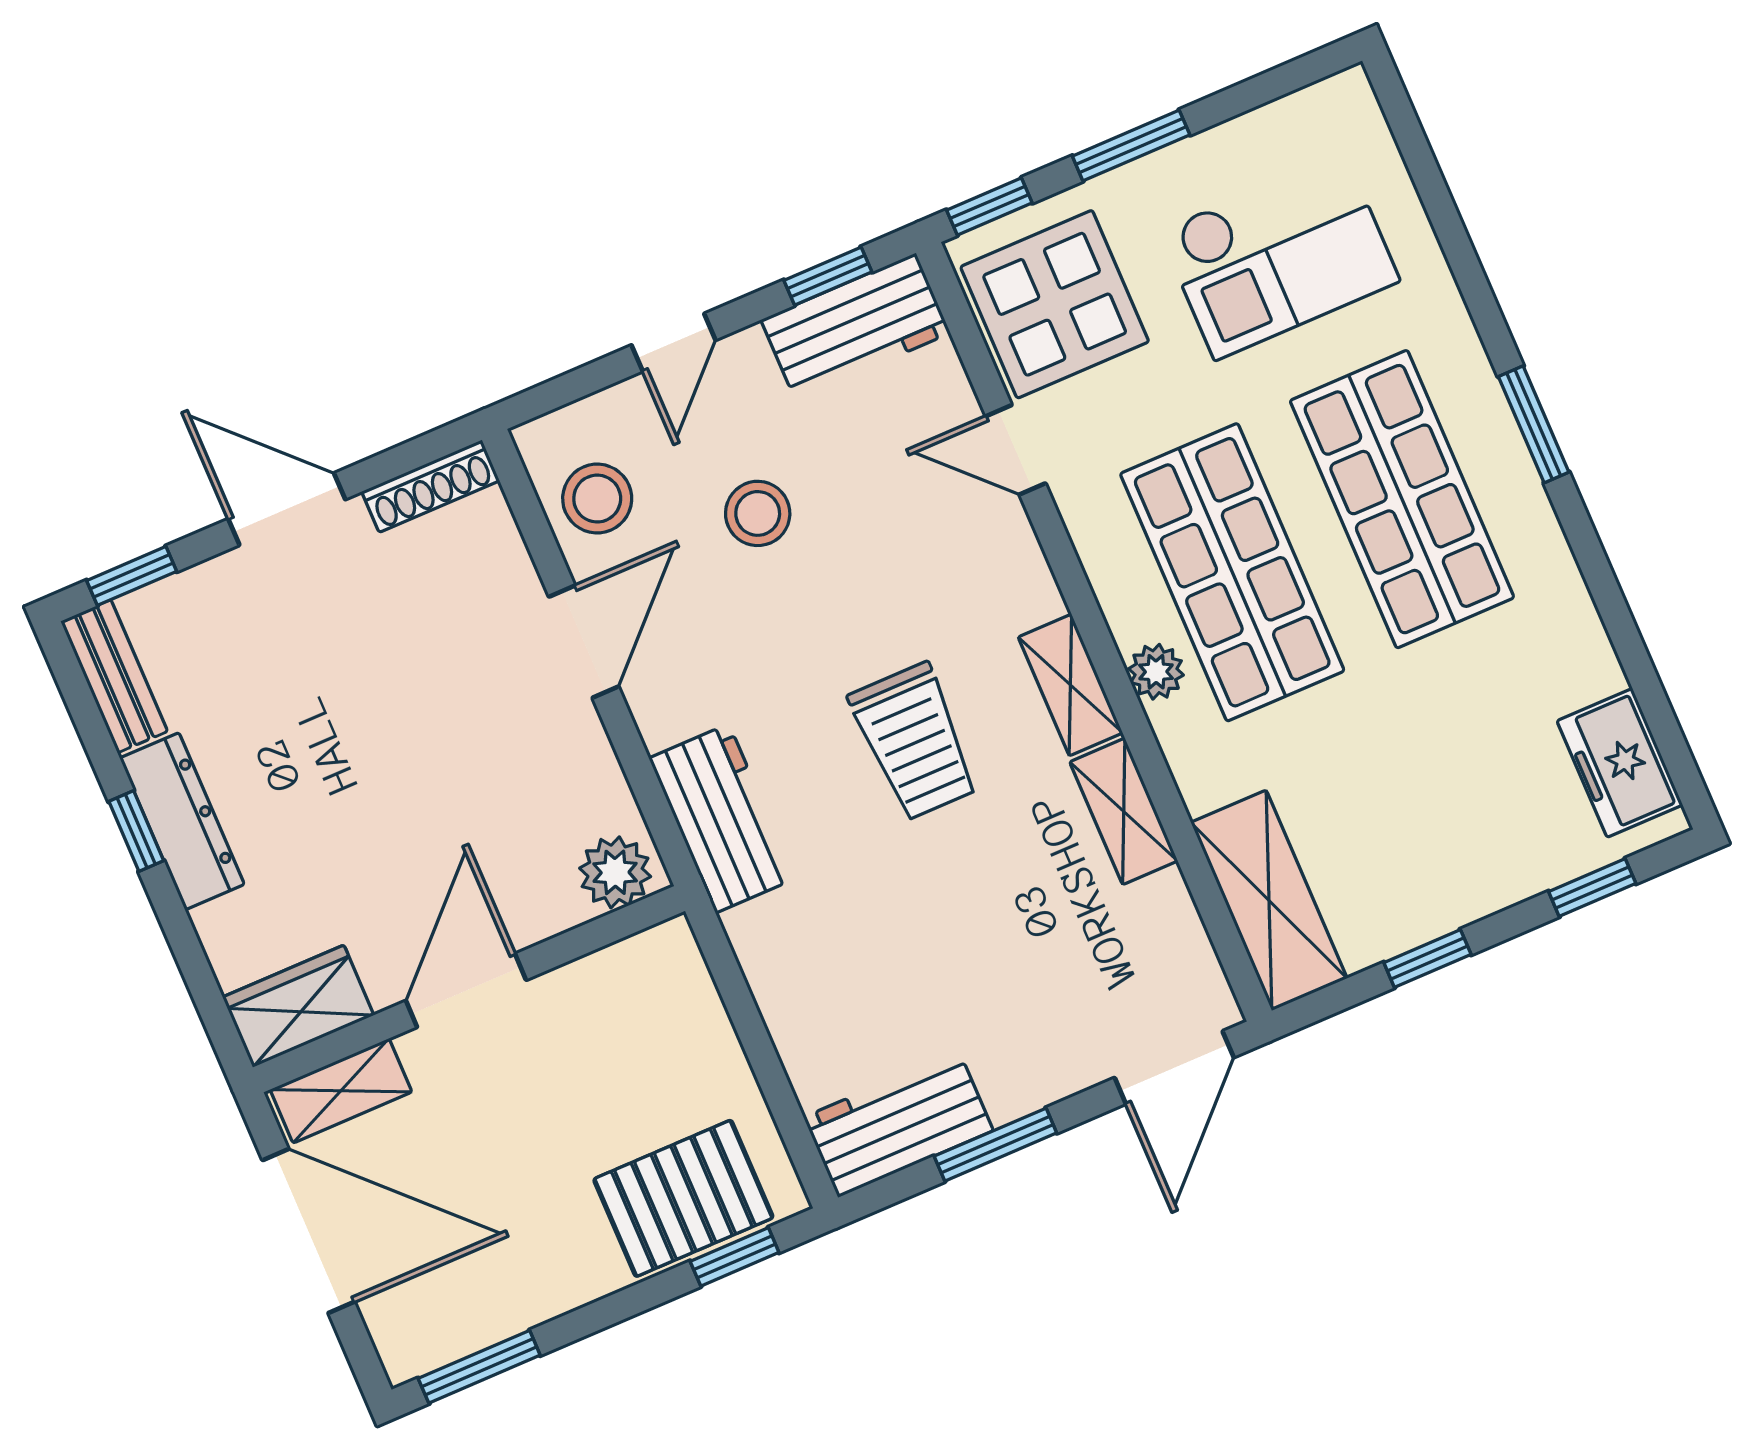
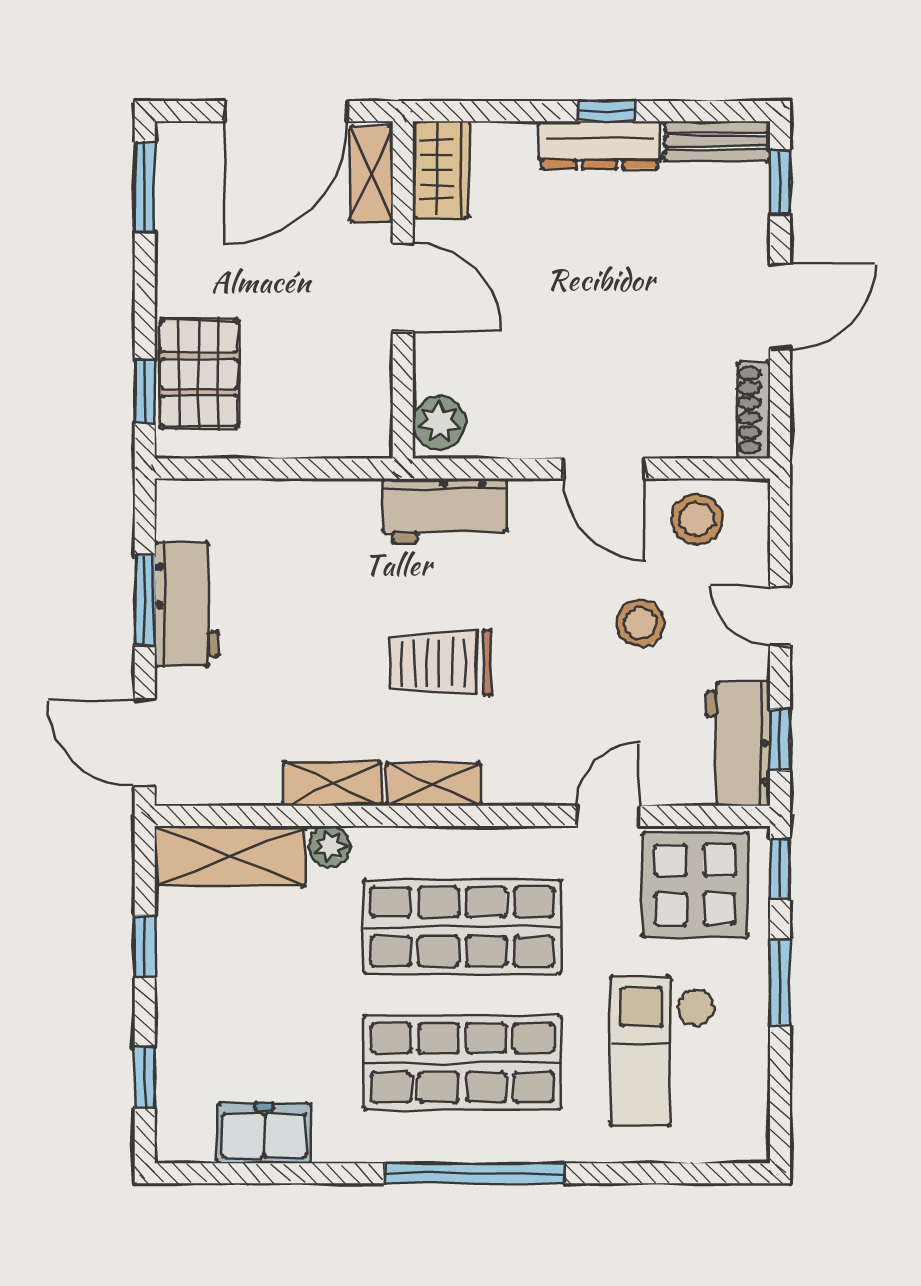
window: (1534, 424) -> (475, 1173), width x2.11
plant: (1156, 672) -> (330, 846), moved
freezer: (1620, 763) -> (264, 1133), moved
workbench: (898, 1124) -> (187, 604), moved

